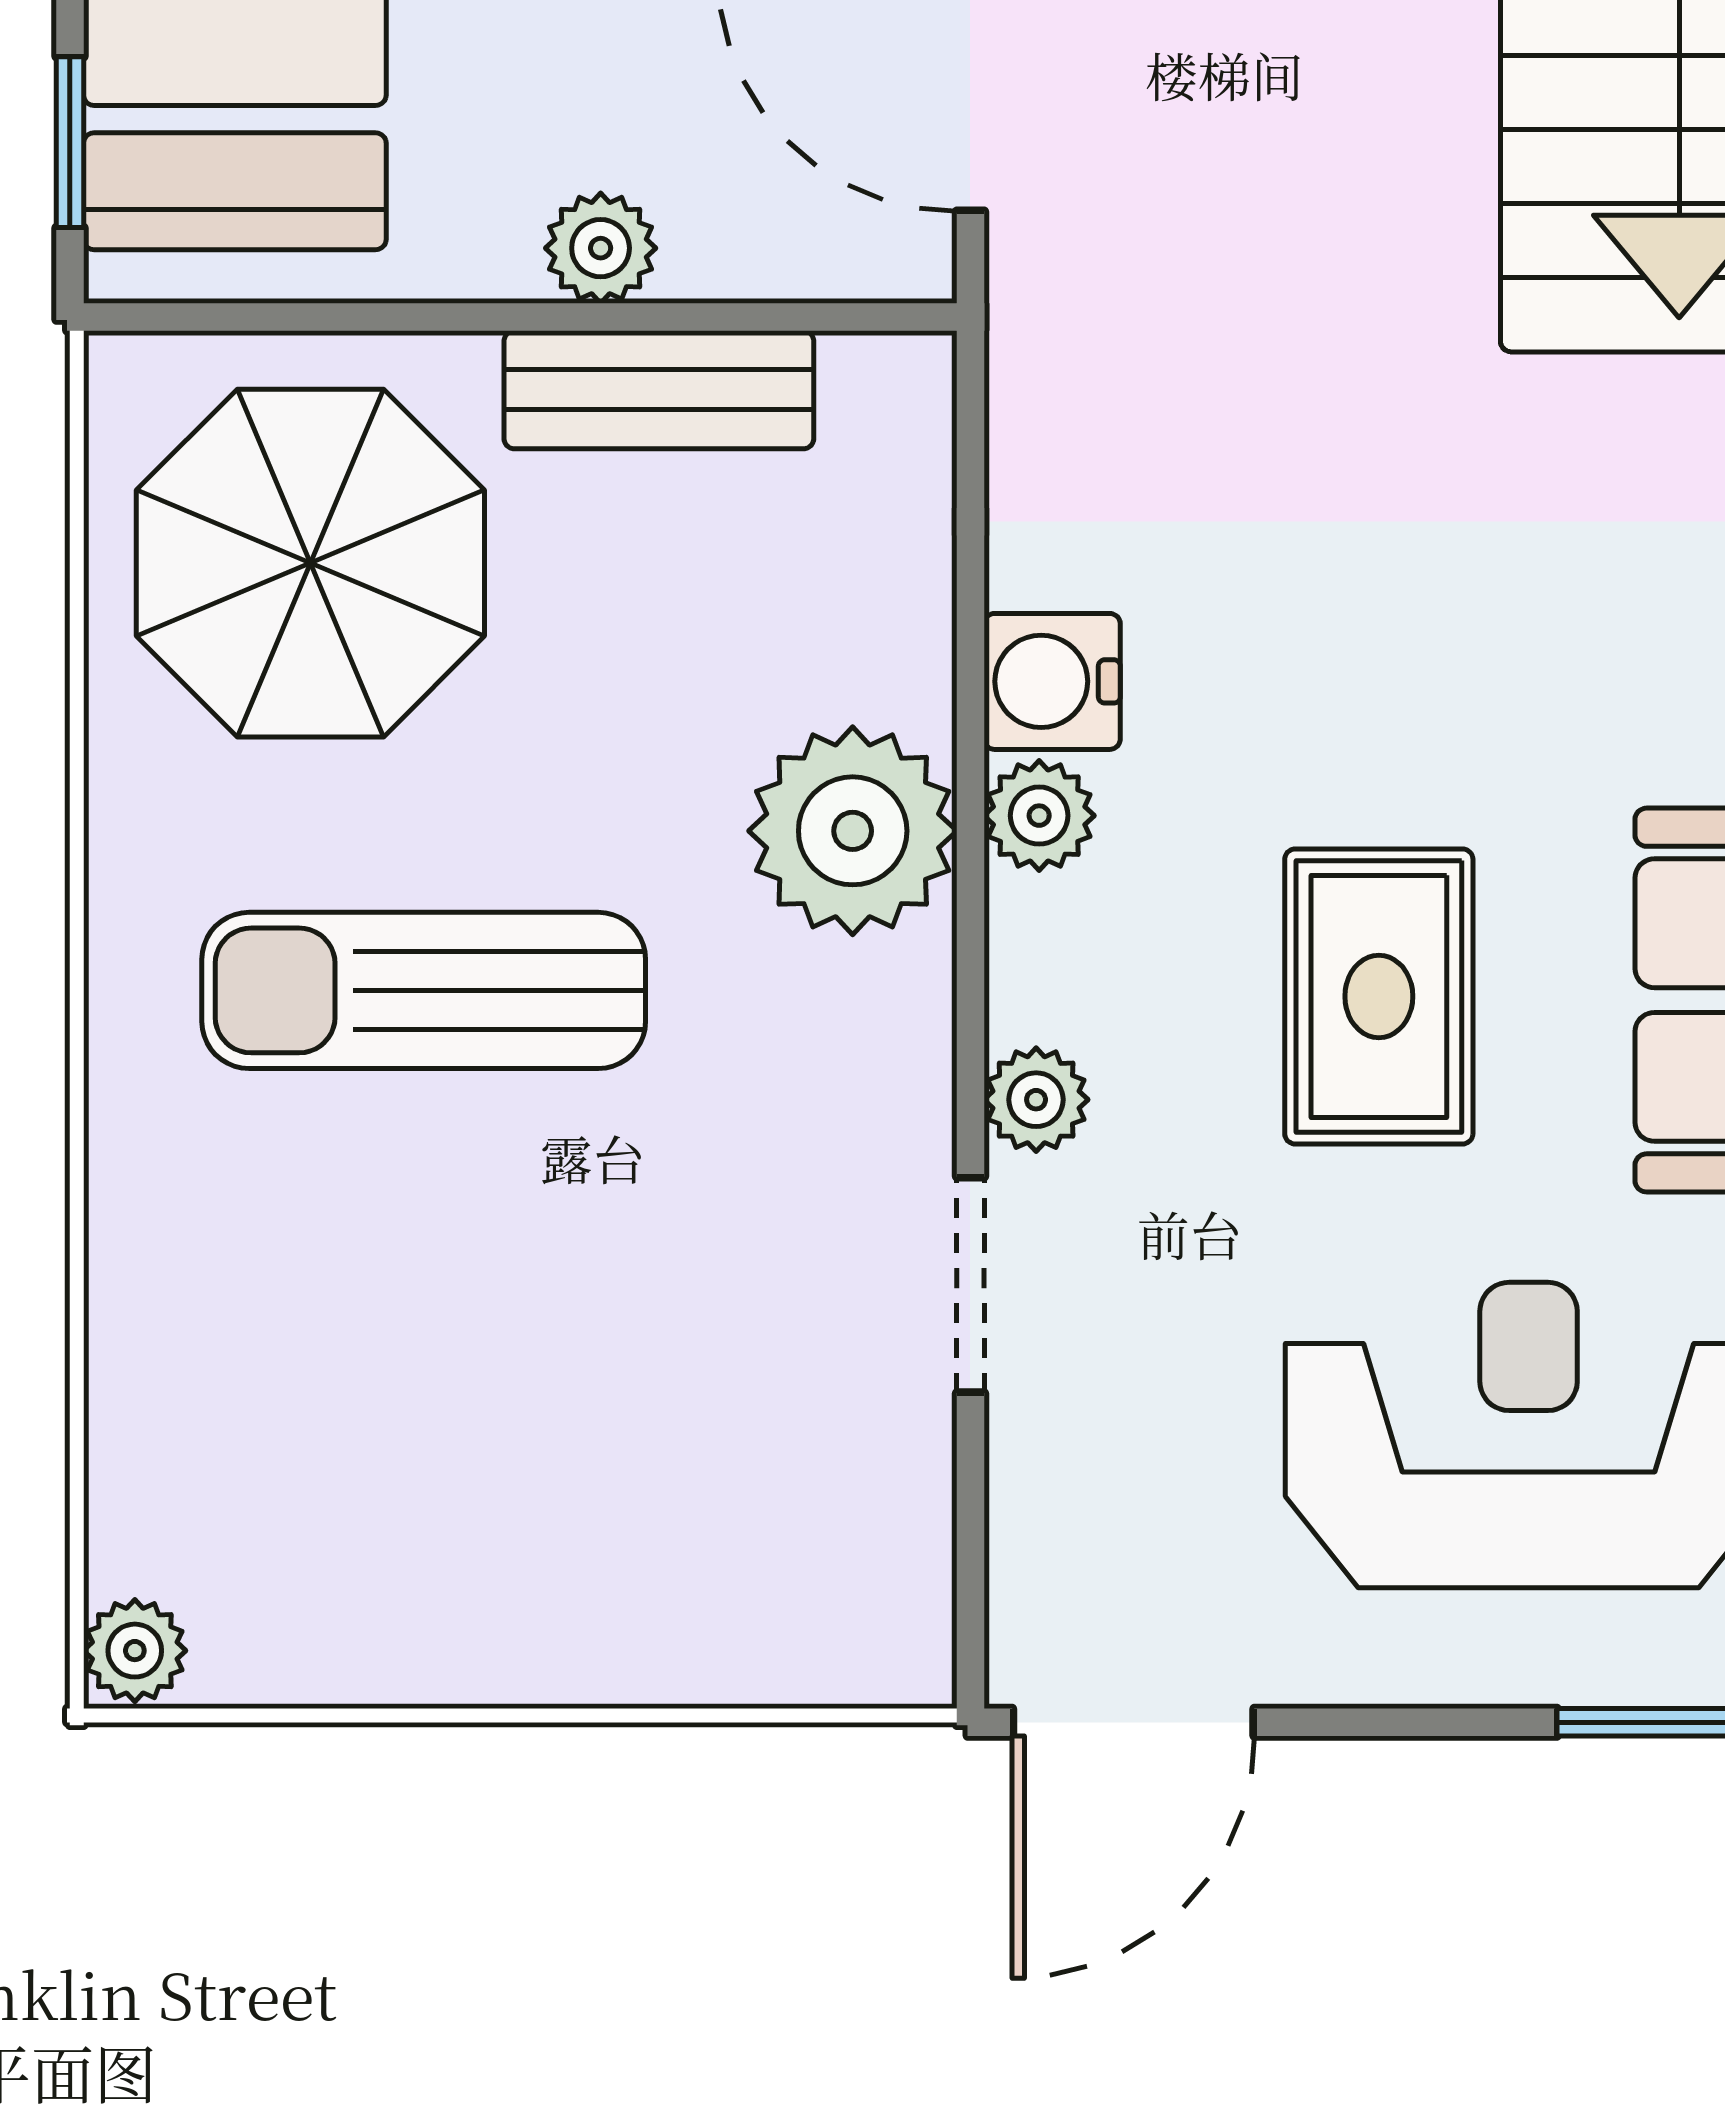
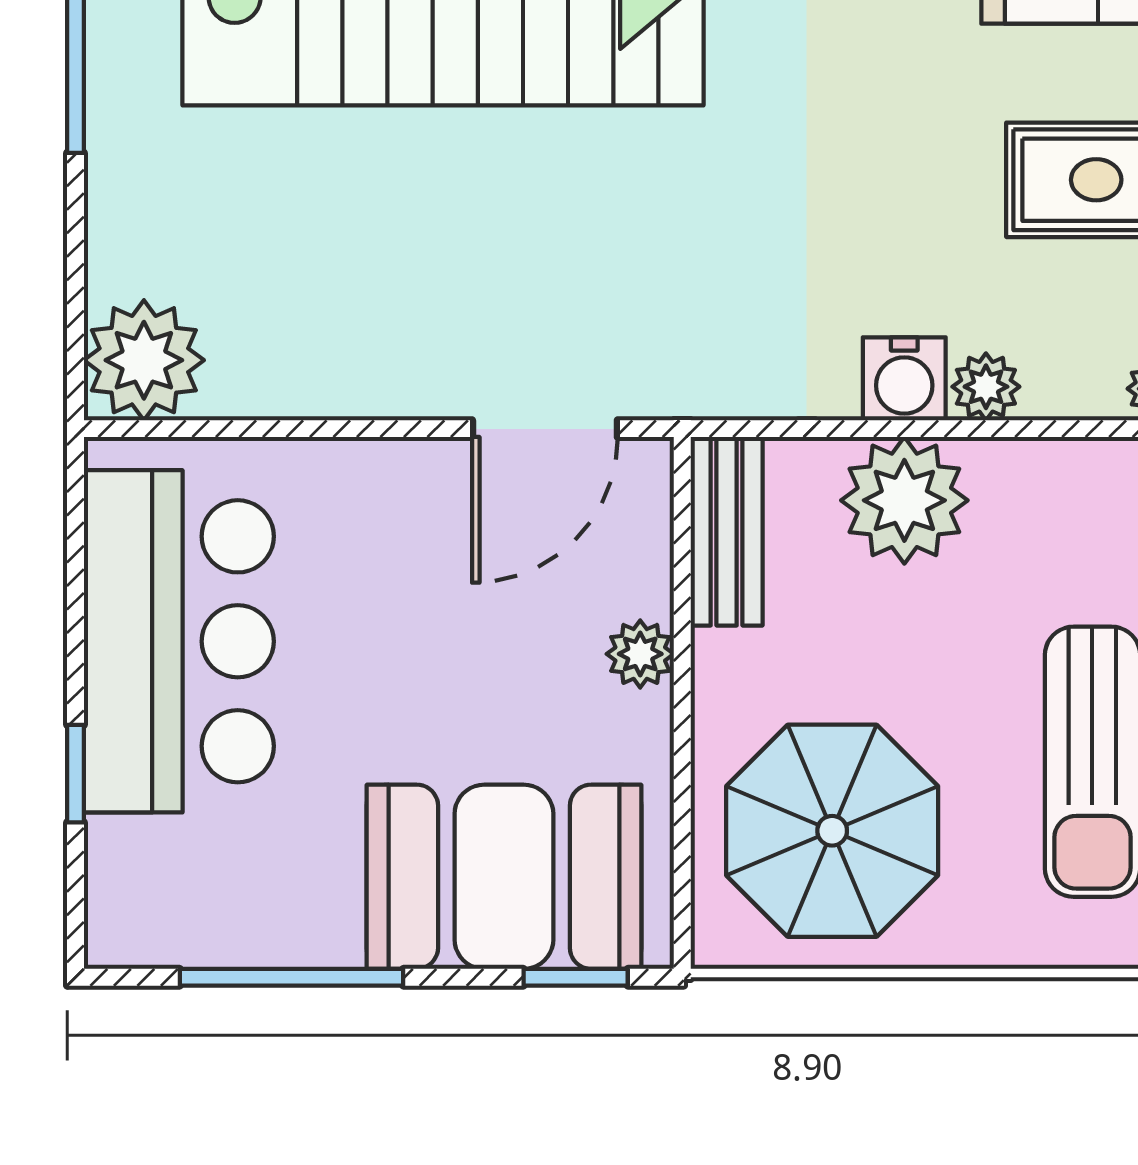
bench: (659, 390) -> (727, 531), moved
plant: (853, 831) -> (904, 500), moved

